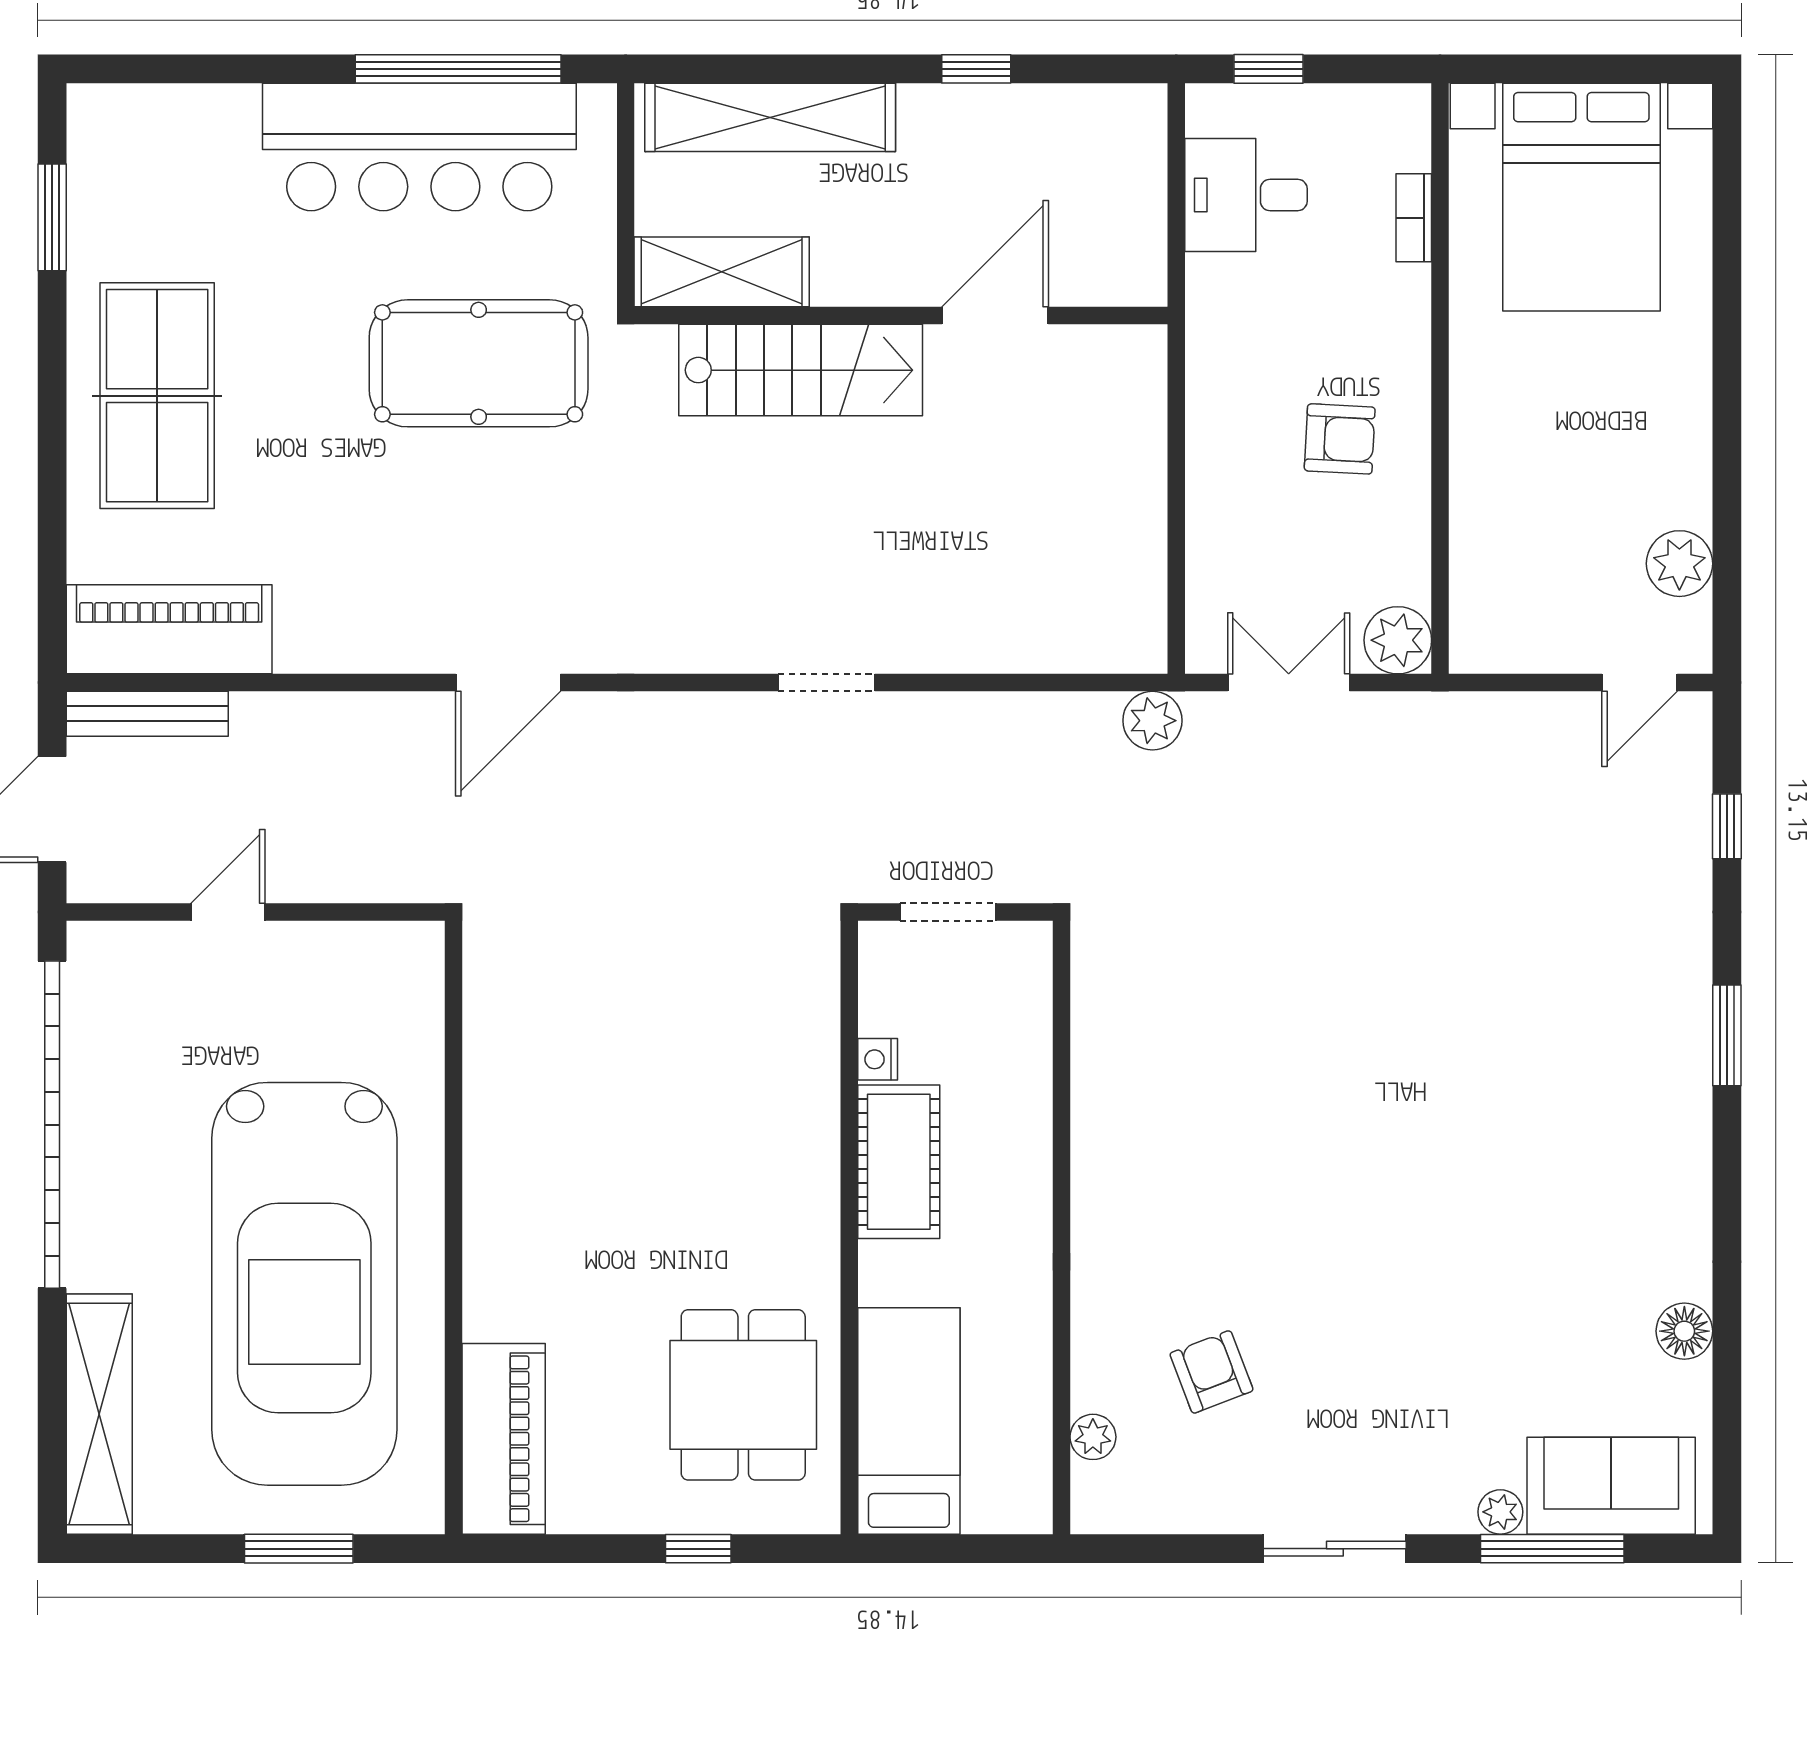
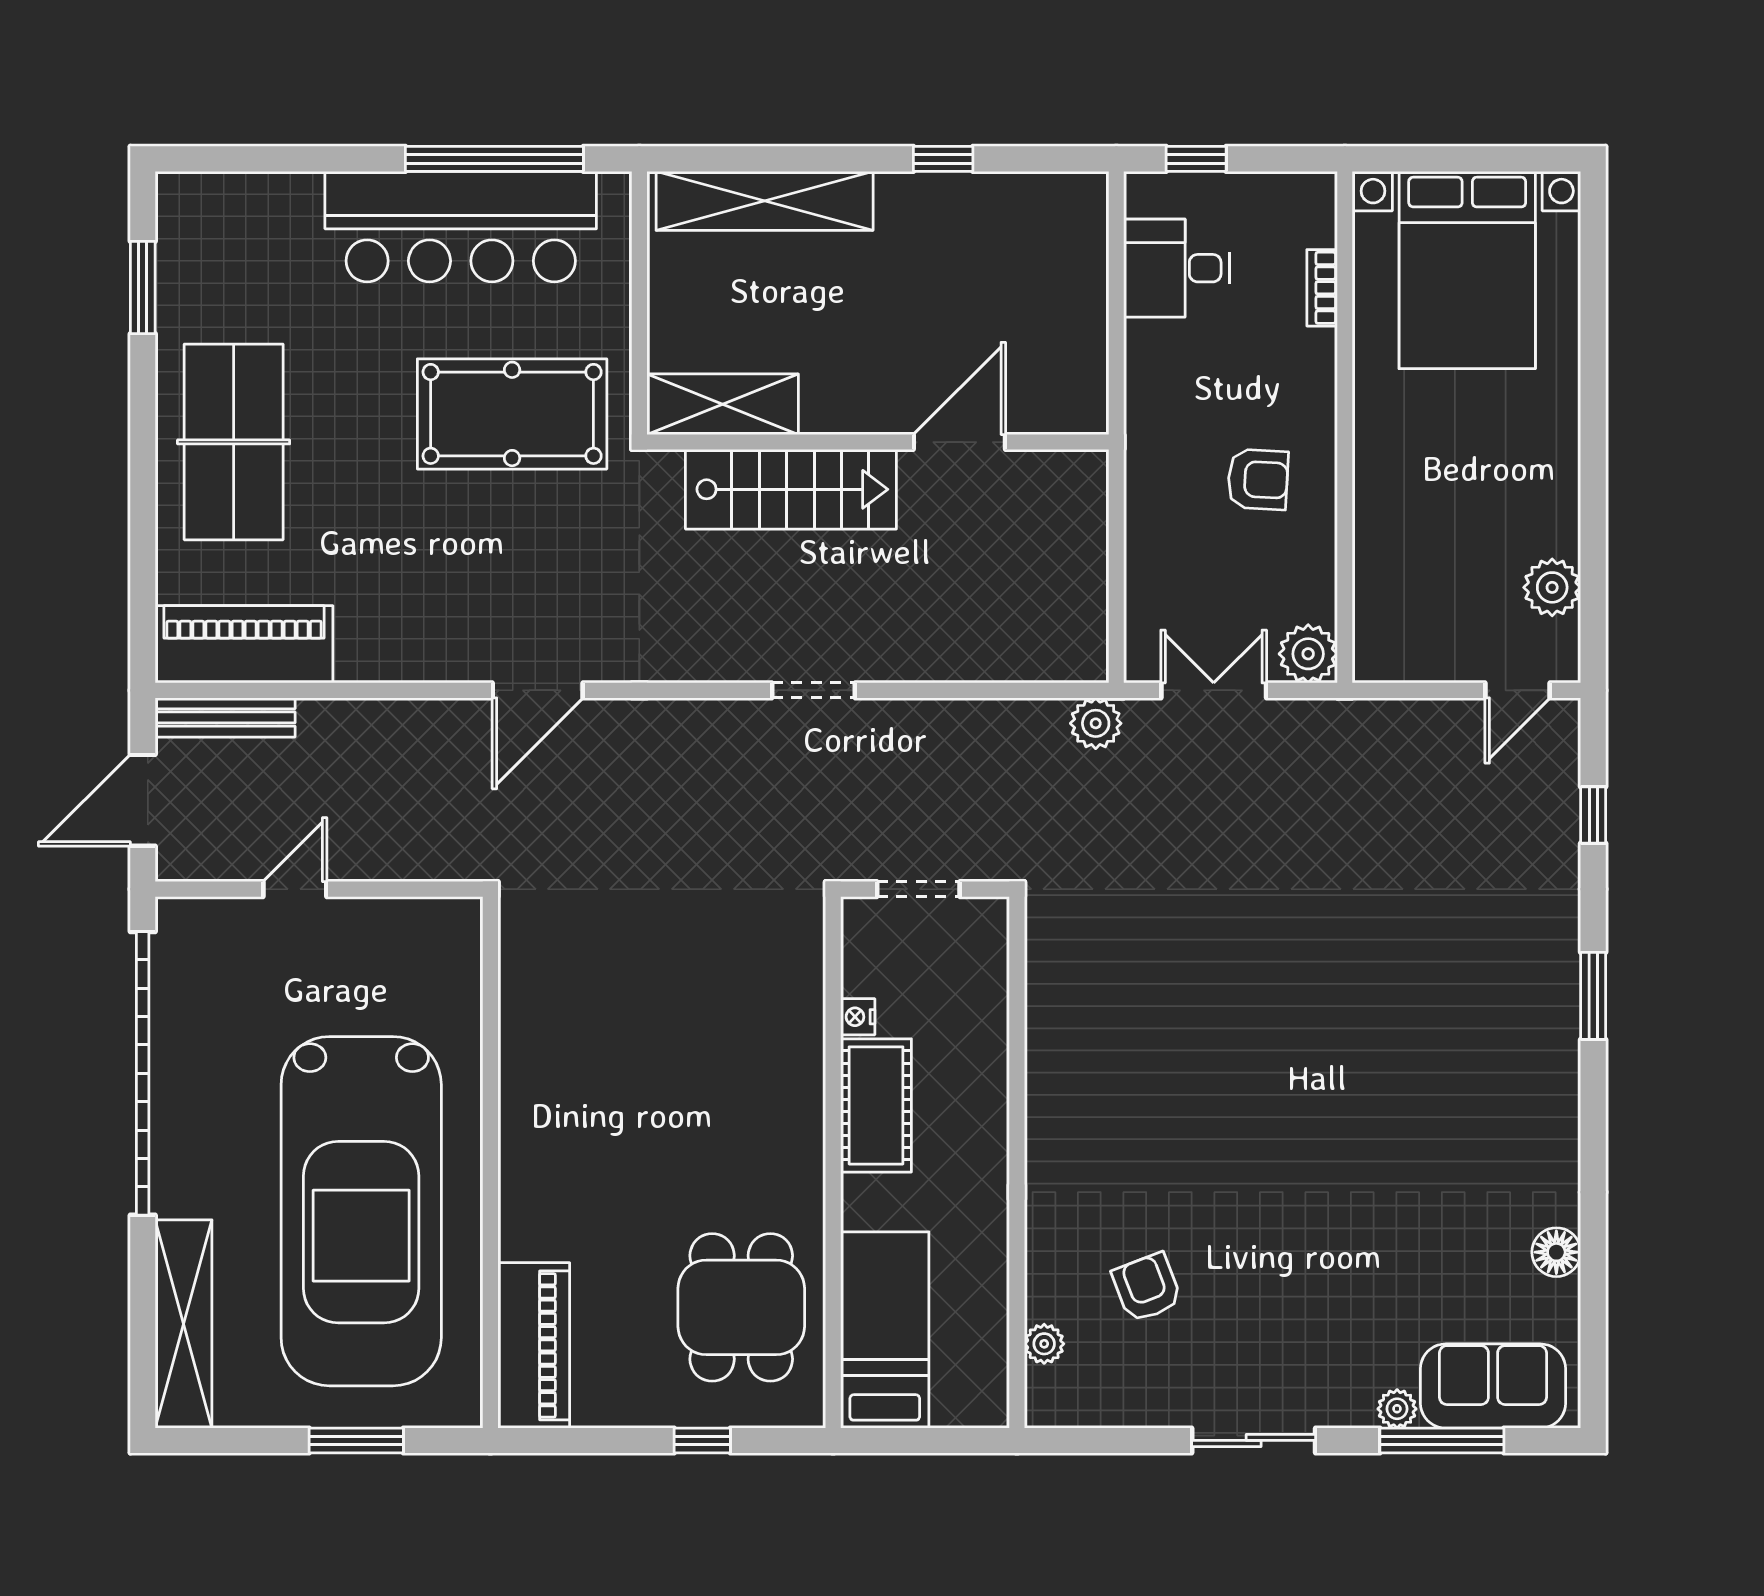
shelving: (722, 272) -> (723, 404), moved
wall: (901, 315) -> (878, 442), moved
door: (995, 315) -> (959, 442), moved
stairs: (801, 370) -> (791, 489), moved

